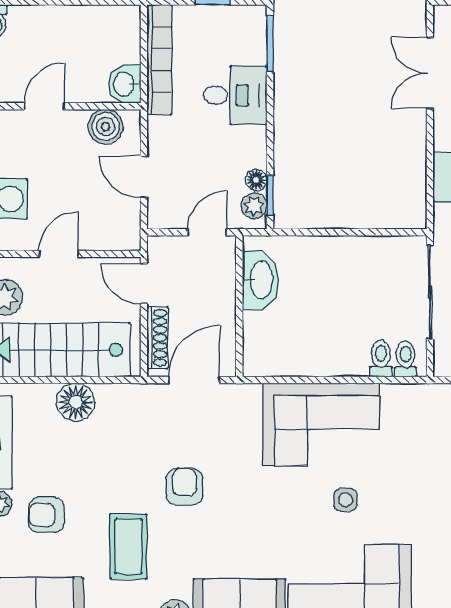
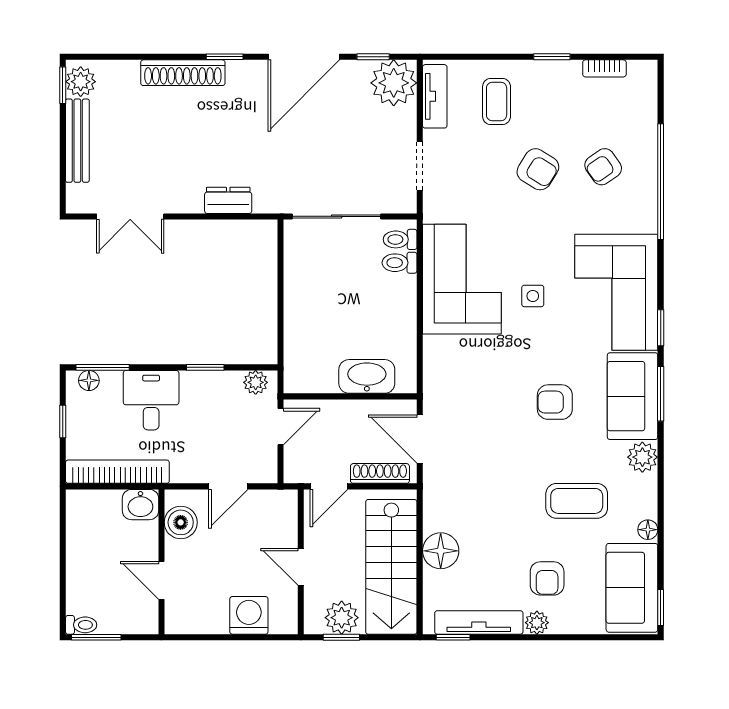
floor lamp: (256, 180) -> (89, 380), moved
window: (270, 195) -> (205, 367), moved
door: (207, 232) -> (280, 427), swing flipped
washbasin: (260, 280) -> (367, 376), moved
corner sofa: (321, 425) -> (462, 279), moved
armchair: (184, 487) -> (555, 402), moved

